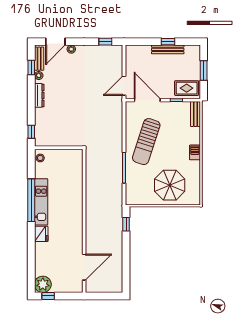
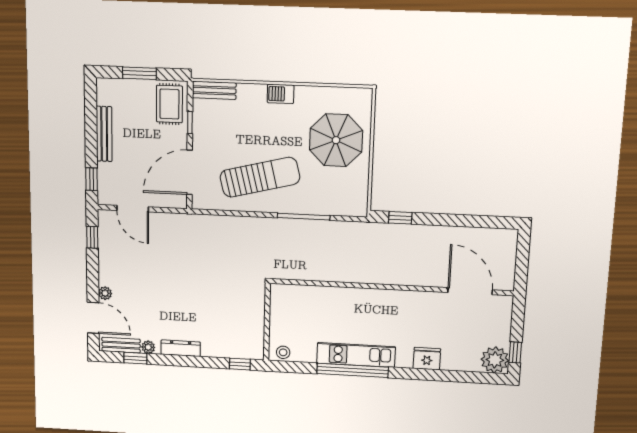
window: (168, 42) -> (92, 179), moved
door: (124, 86) -> (133, 209), moved
sun lounger: (146, 142) -> (260, 177), turned -32
fridge: (41, 234) -> (427, 359), moved

